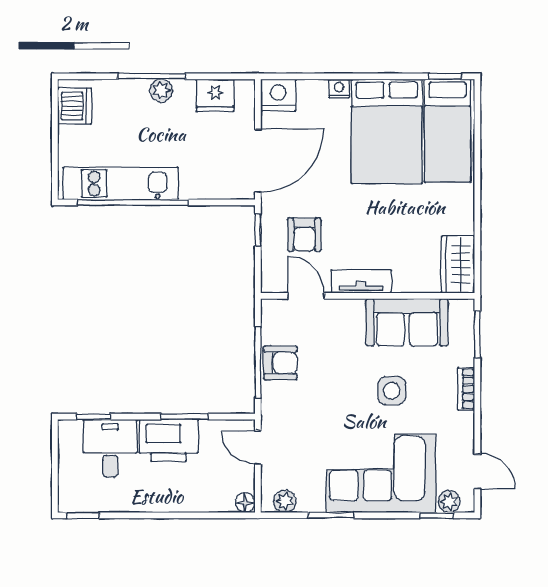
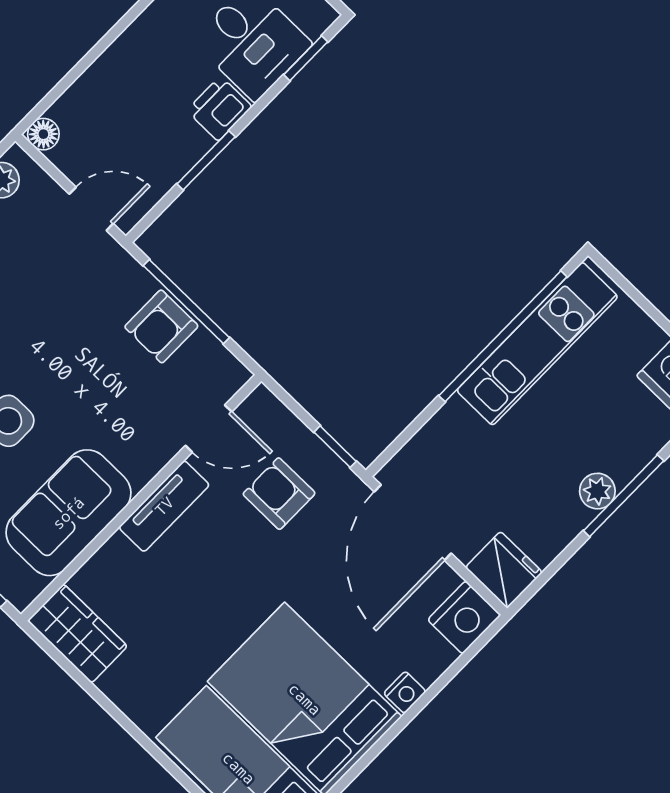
fridge: (215, 95) -> (504, 570), moved, turned 90
printer: (169, 440) -> (219, 108), width x0.53, depth x0.68

